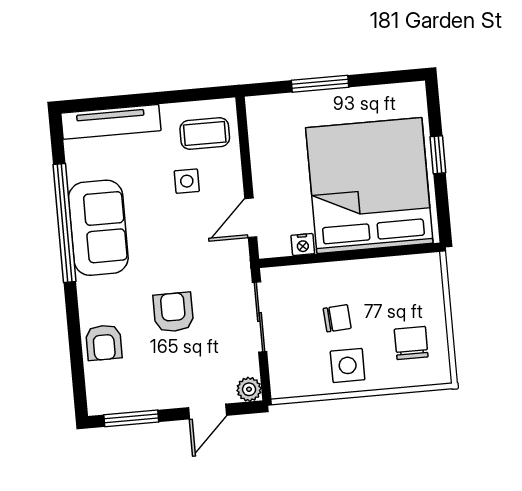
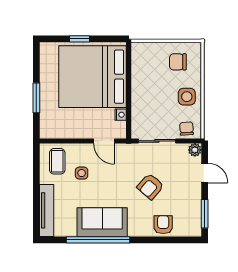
armchair: (173, 312) -> (150, 186), turned -49
chair: (337, 318) -> (187, 129), moved
armchair: (104, 343) -> (163, 225), turned -90

